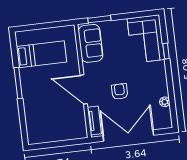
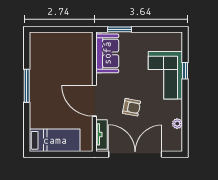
corner sofa: (146, 39) -> (165, 75), moved
bed: (41, 54) -> (55, 140), moved
armchair: (120, 91) -> (132, 107), turned 101

